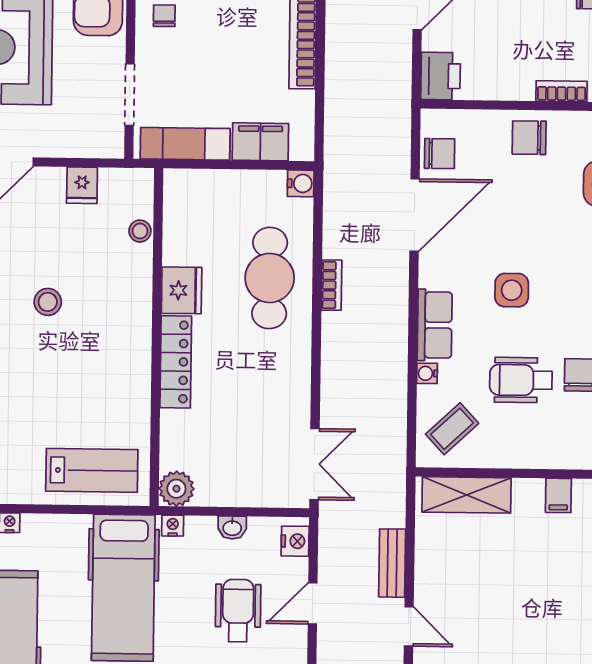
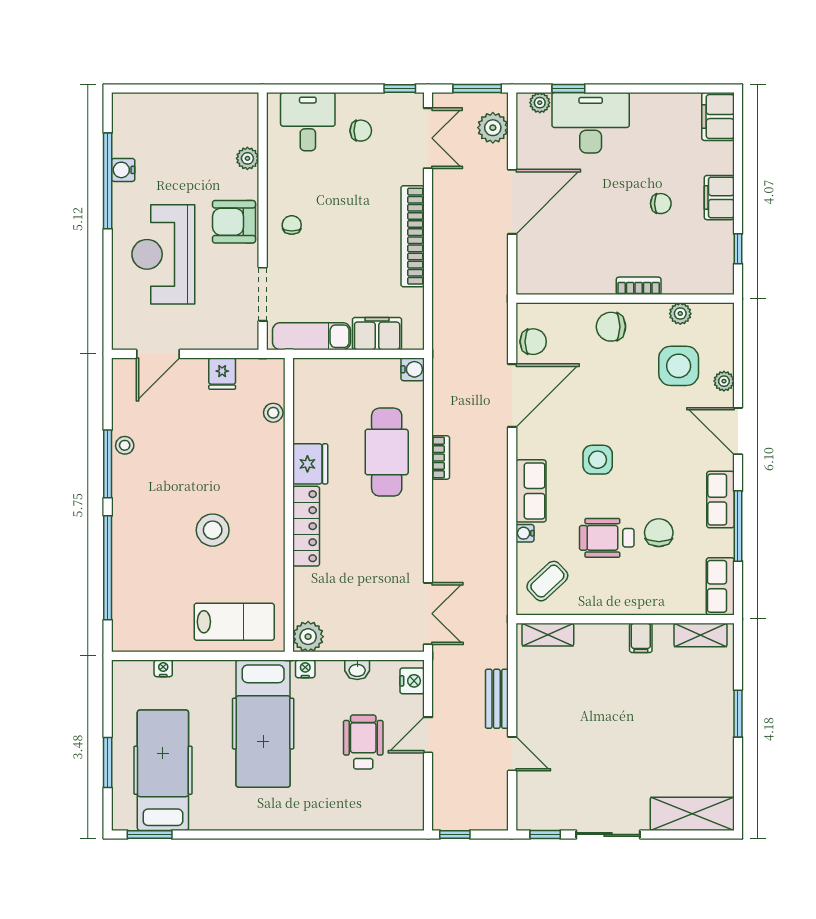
printer: (441, 76) -> (533, 274), removed
stool: (48, 302) -> (213, 530), moved, width x1.38, depth x1.38
shelving: (466, 495) -> (548, 635), width x0.67, depth x0.75

